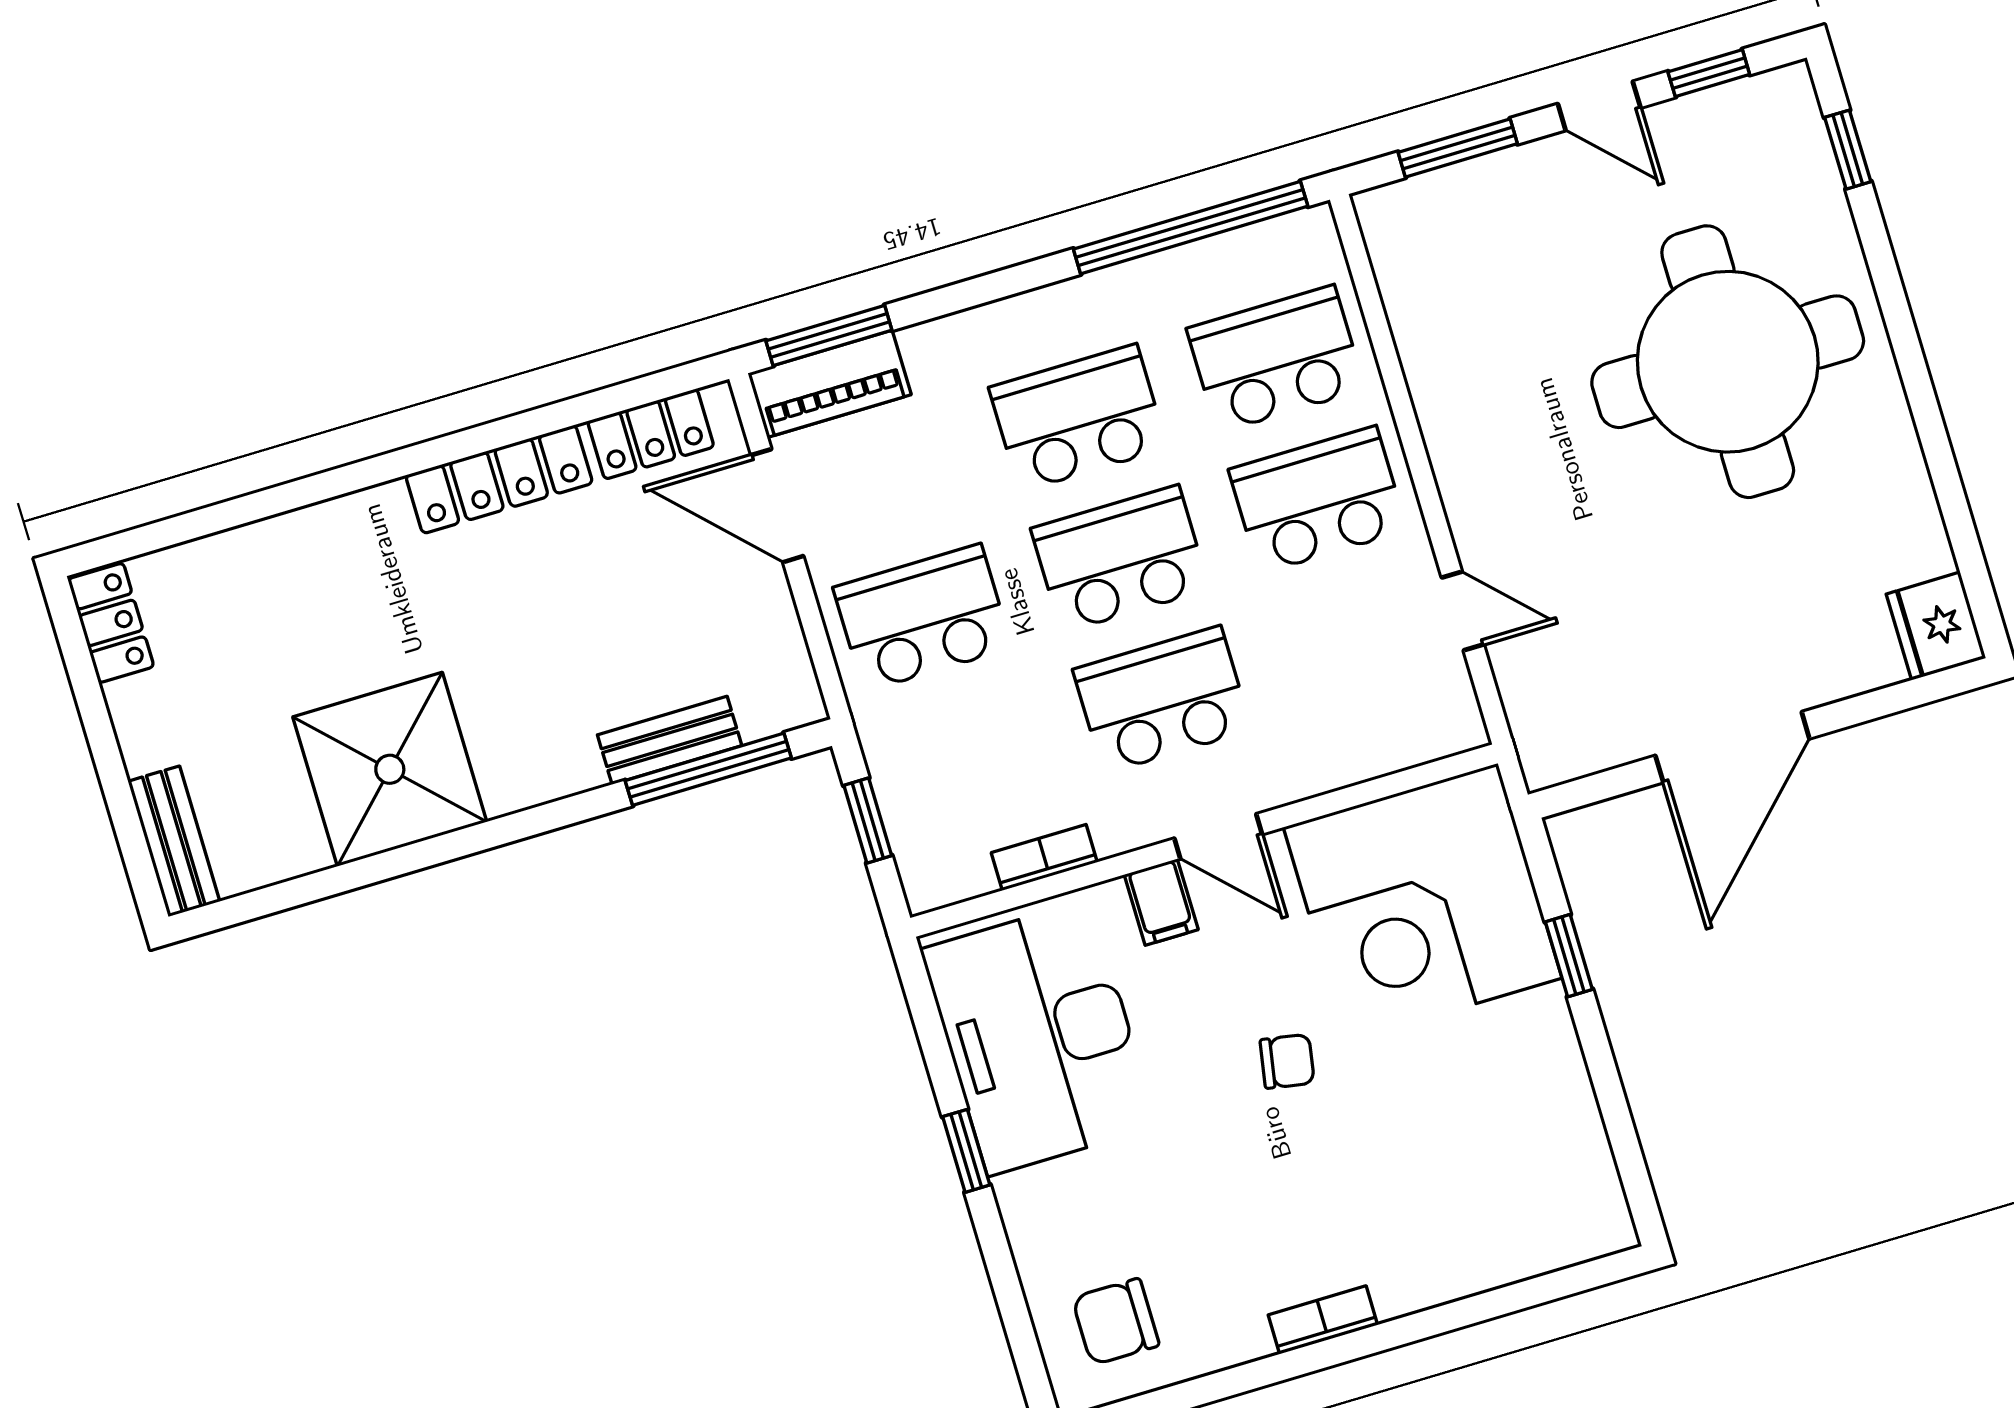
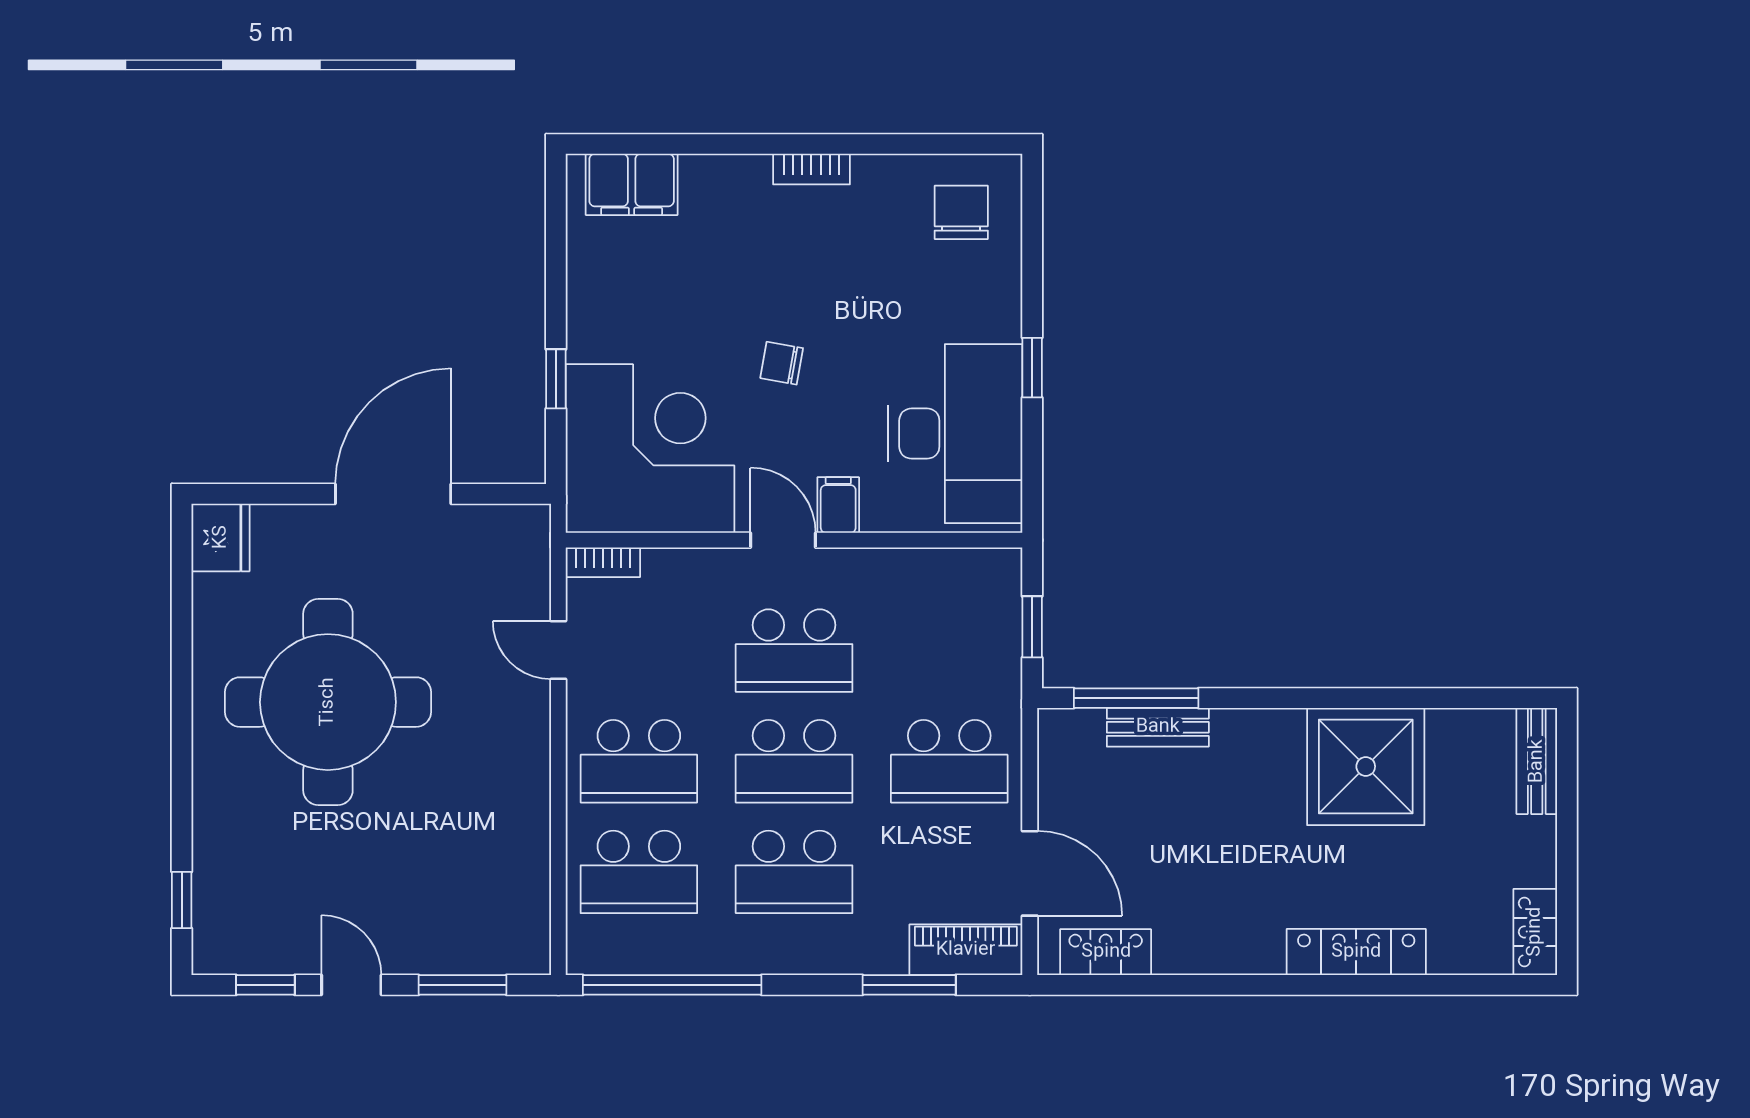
window: (829, 335) -> (909, 985), moved
round table: (1728, 362) -> (328, 702), moved
locker: (499, 479) -> (1356, 952), moved
bookcase: (1044, 857) -> (603, 562), moved
filing cabinet: (1546, 1232) -> (632, 184), added
chair: (1116, 1322) -> (961, 212), turned -90

